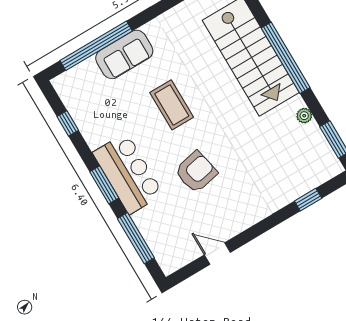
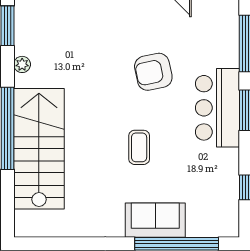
coffee table: (172, 105) -> (139, 147), width x0.73, depth x0.77

